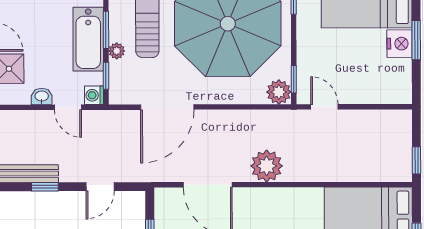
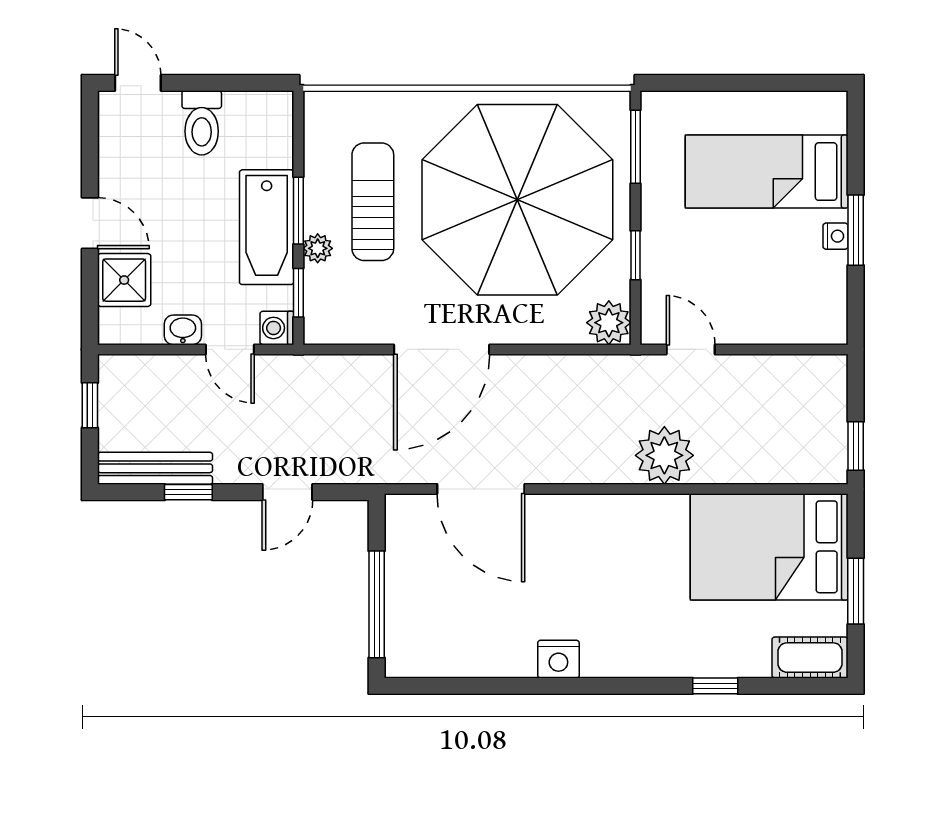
nightstand: (399, 44) -> (836, 236), width x0.53, depth x0.56
window: (294, 79) -> (636, 255), moved
door: (167, 107) -> (442, 349), moved
plant: (267, 166) -> (664, 455), moved

